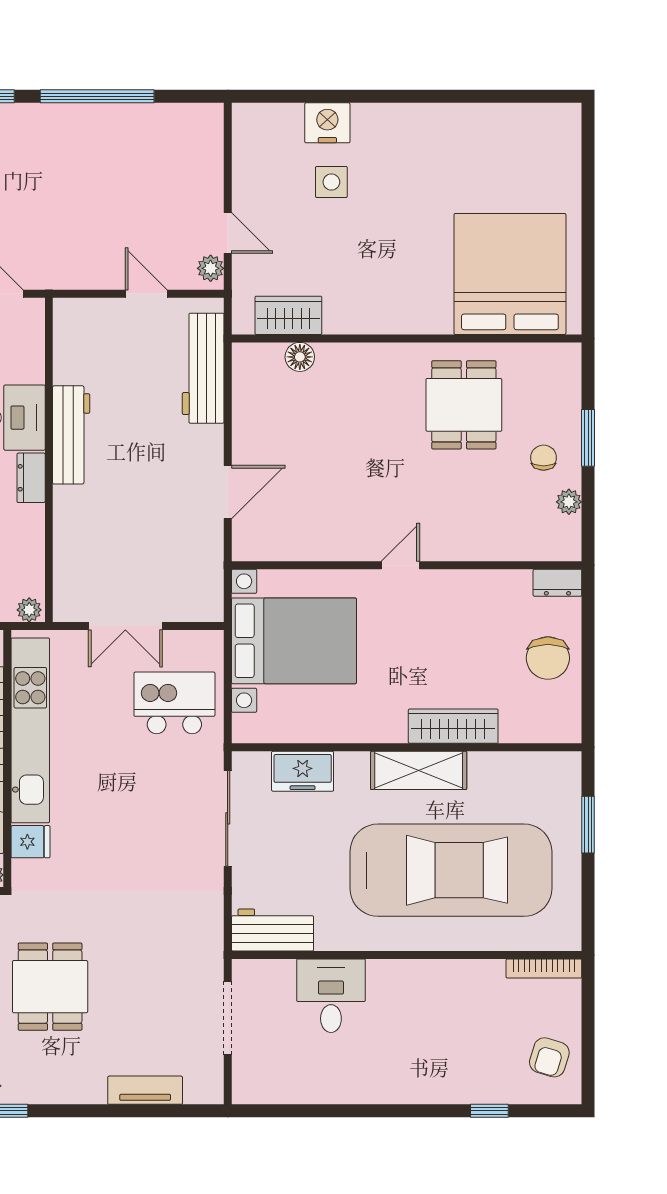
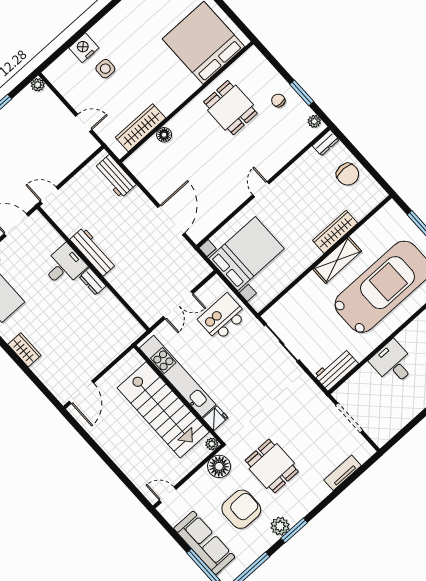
plant: (211, 268) -> (38, 85), moved
door: (146, 294) -> (49, 195), moved
wardrobe: (288, 315) -> (141, 128), width x1.50
floor lamp: (300, 357) -> (164, 135), moved
workbench: (203, 368) -> (115, 176), width x0.73
window: (588, 438) -> (302, 93), moved
door: (228, 492) -> (171, 220), width x1.36
plant: (569, 502) -> (314, 121), moved
plant: (29, 610) -> (137, 332), removed
freezer: (303, 771) -> (294, 300), removed
desk: (331, 996) -> (393, 363), moved

